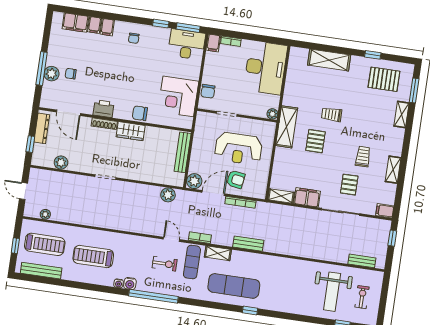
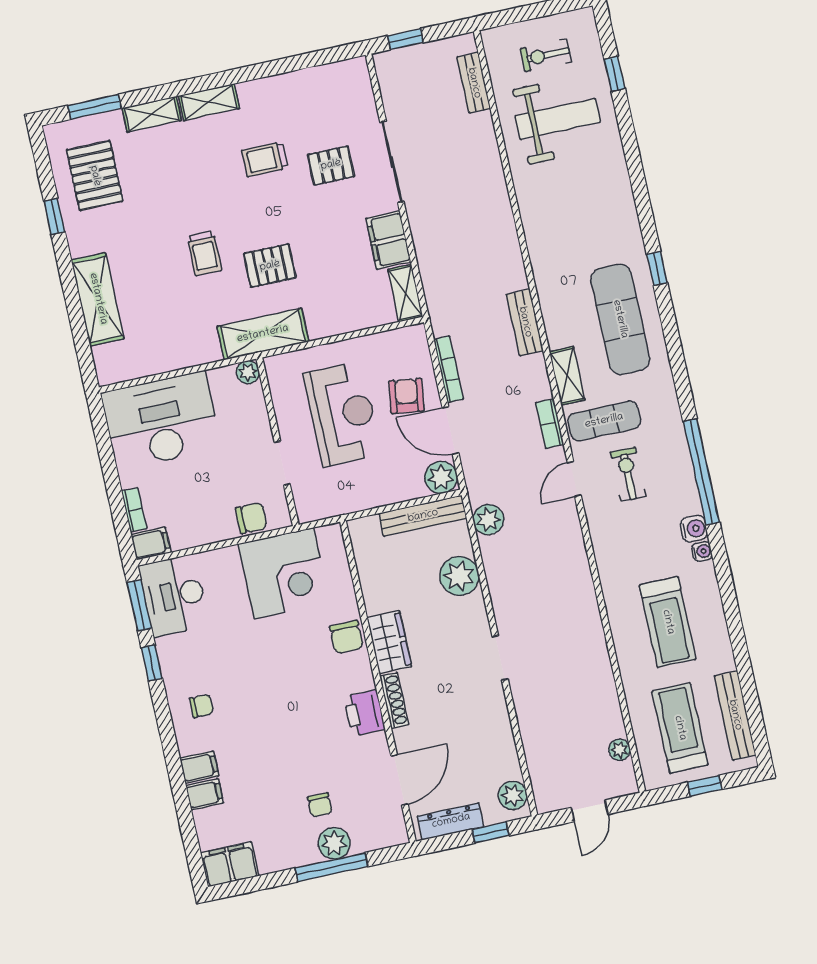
filing cabinet: (75, 23) -> (230, 864), moved, turned -90
bench: (183, 152) -> (423, 516), moved
plant: (61, 163) -> (513, 795), moved
shelving: (393, 170) -> (209, 102), moved
plant: (148, 173) -> (459, 576), added
filing cabinet: (385, 211) -> (357, 75), removed

